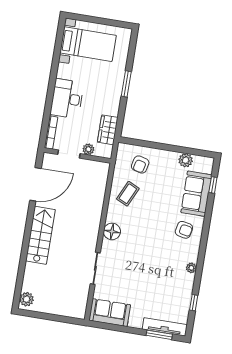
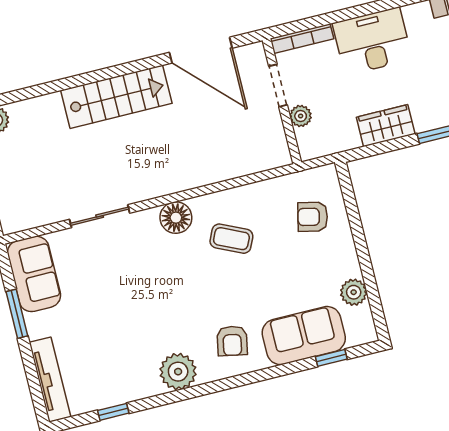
wardrobe: (108, 130) -> (386, 126), moved
coffee table: (128, 194) -> (231, 239), moved
plant: (191, 268) -> (178, 372), width x1.88, depth x1.88
window: (159, 335) -> (17, 314), moved

